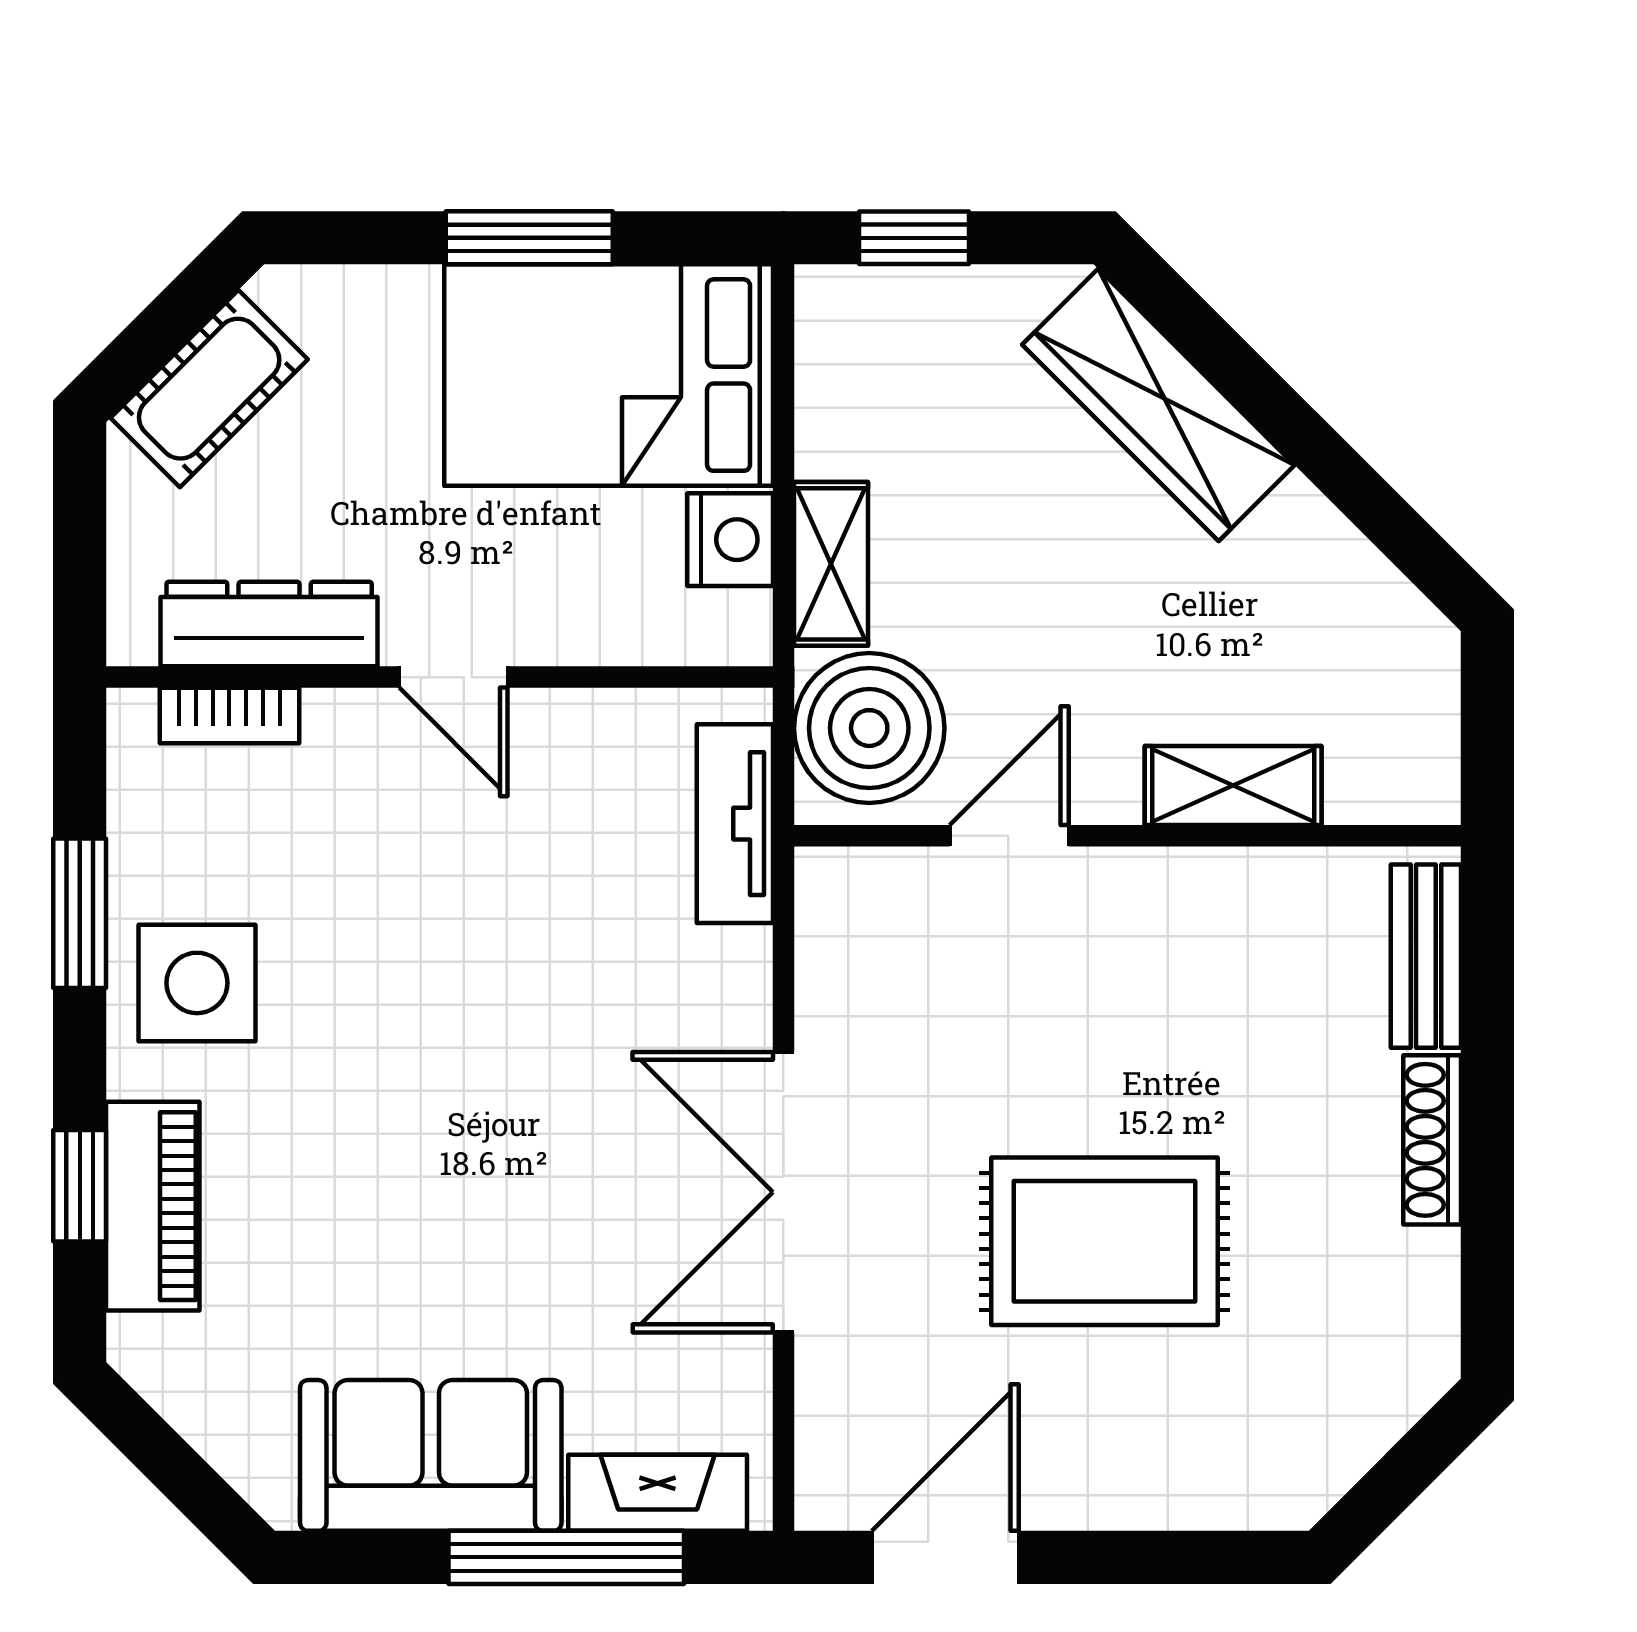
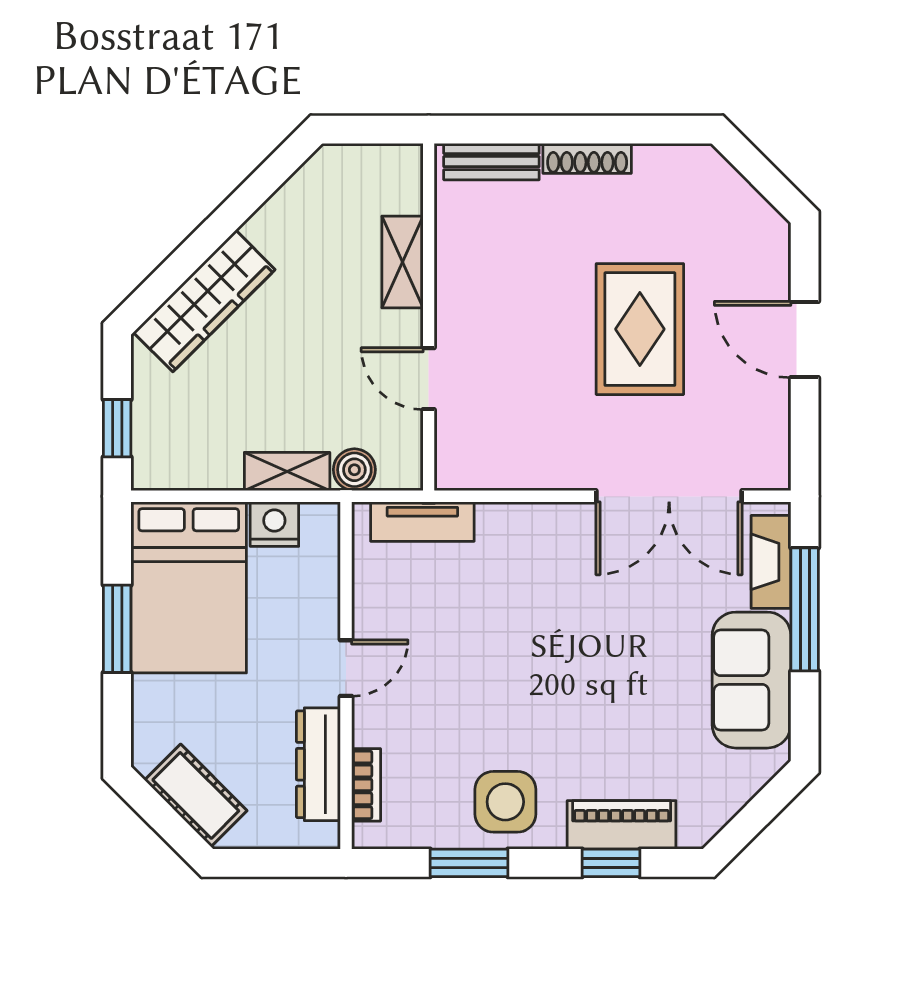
boiler: (869, 728) -> (354, 470), width x0.54, depth x0.54
double door: (783, 1192) -> (669, 496), moved
door: (945, 1557) -> (805, 339), moved

